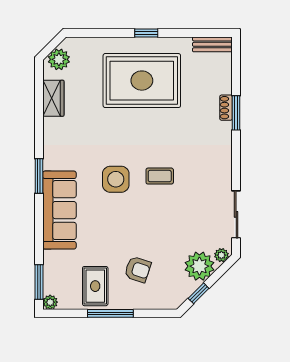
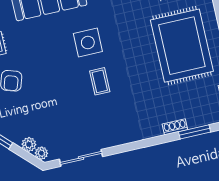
window: (236, 113) -> (195, 132), moved
plant: (199, 266) -> (29, 144), width x0.53, depth x0.53

